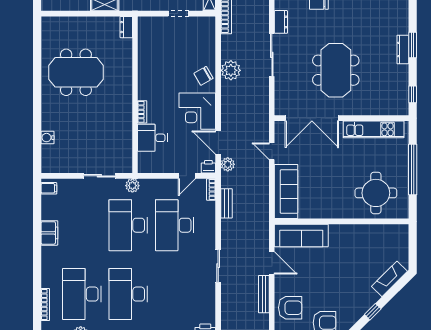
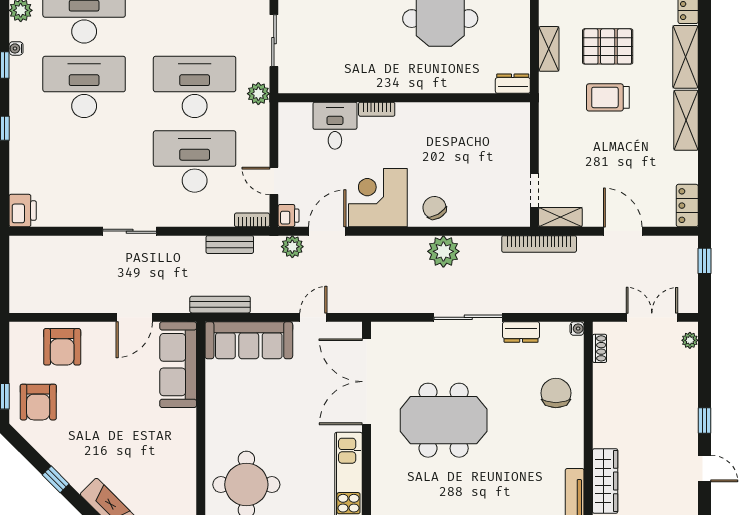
doorway: (178, 14) -> (534, 191), moved
bench: (264, 294) -> (220, 305), moved

